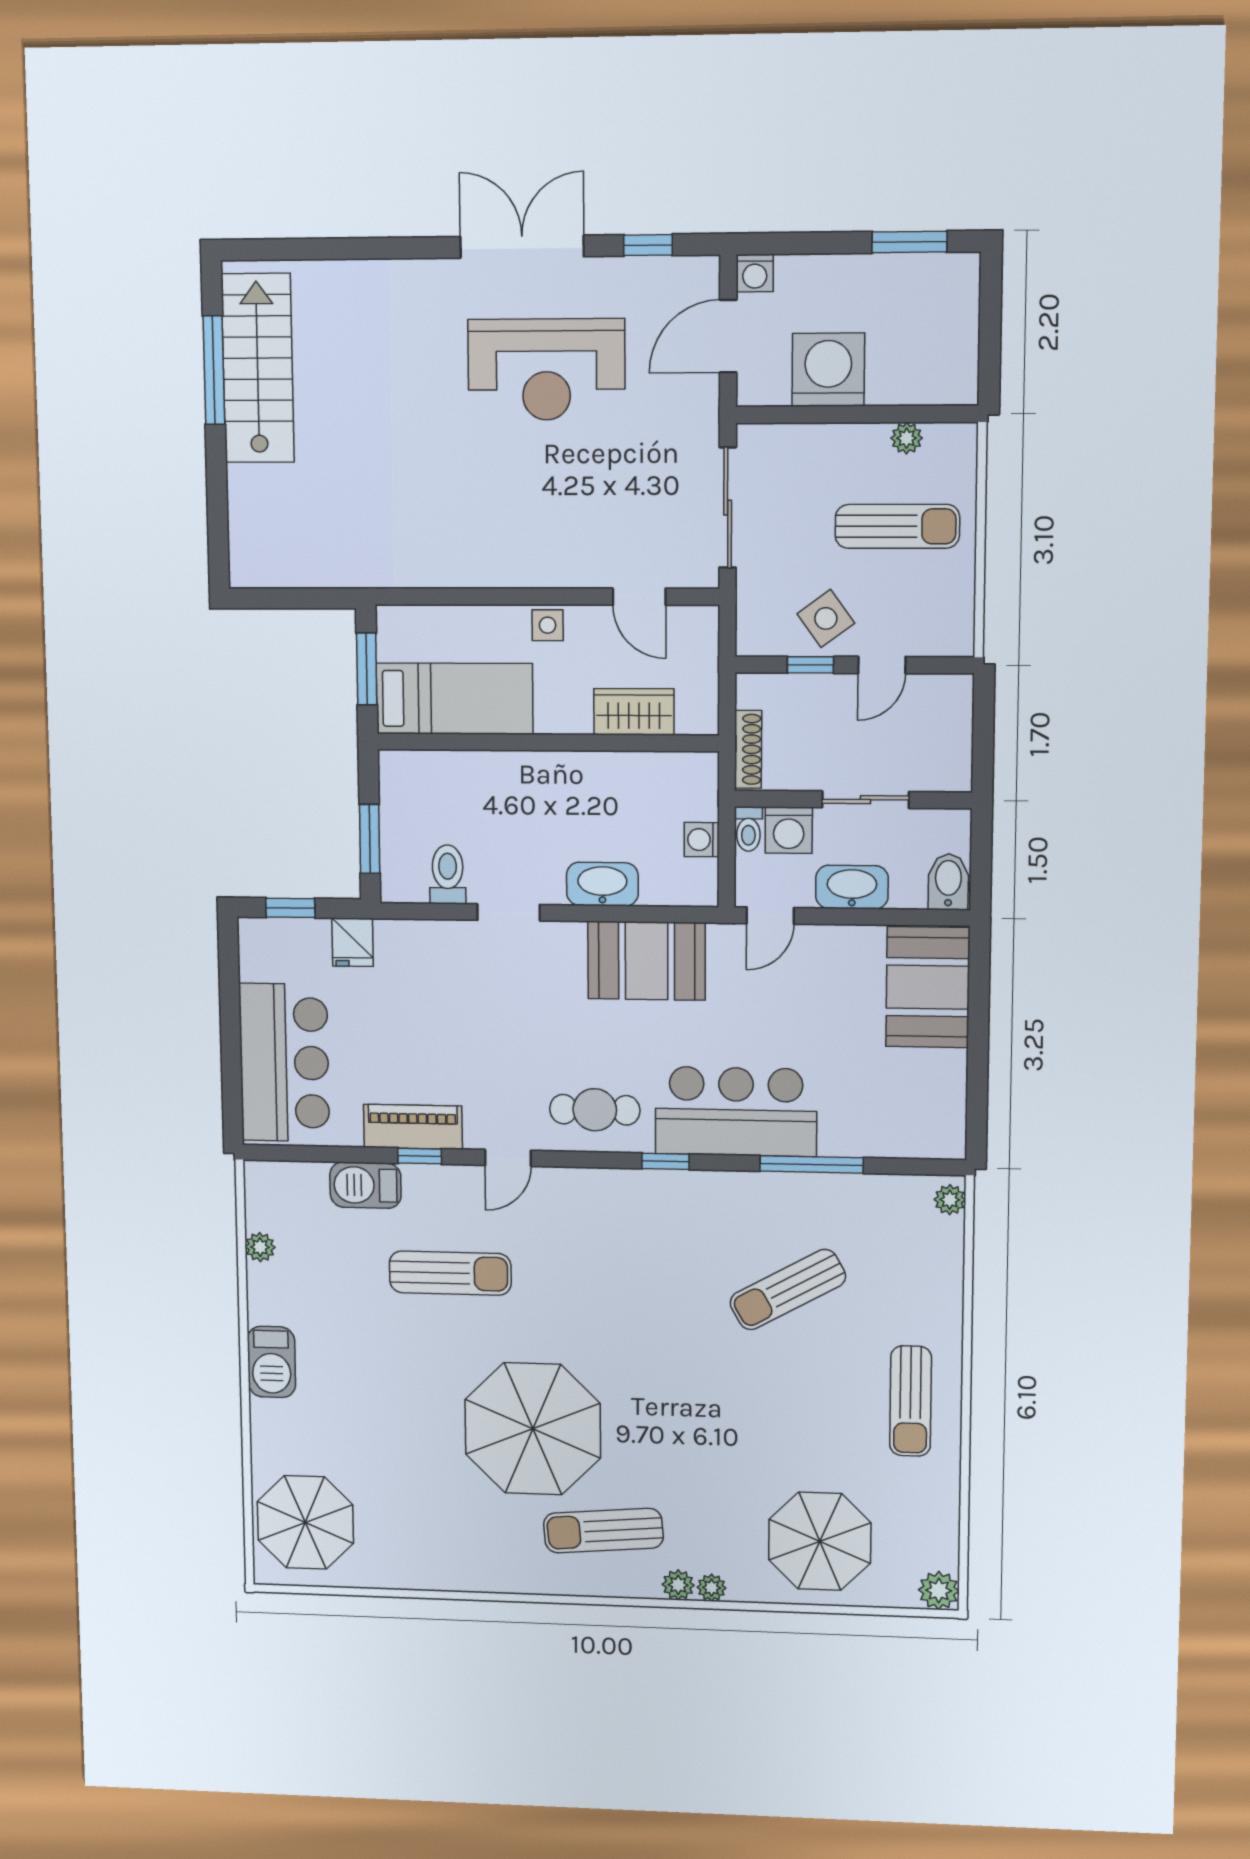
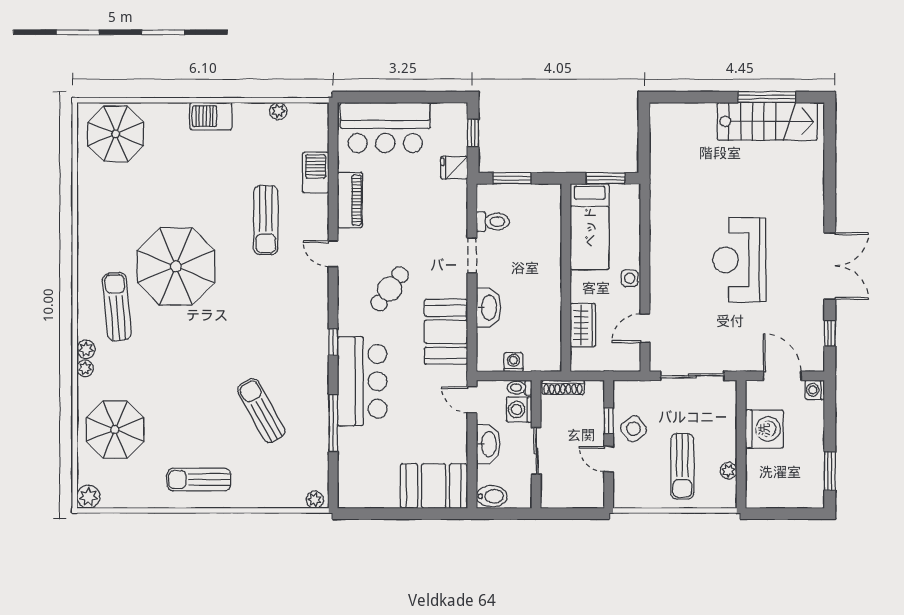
reception desk: (546, 370) -> (739, 260), moved
cafe table: (595, 1110) -> (390, 289), moved, turned 37
window: (420, 1156) -> (333, 204), removed

